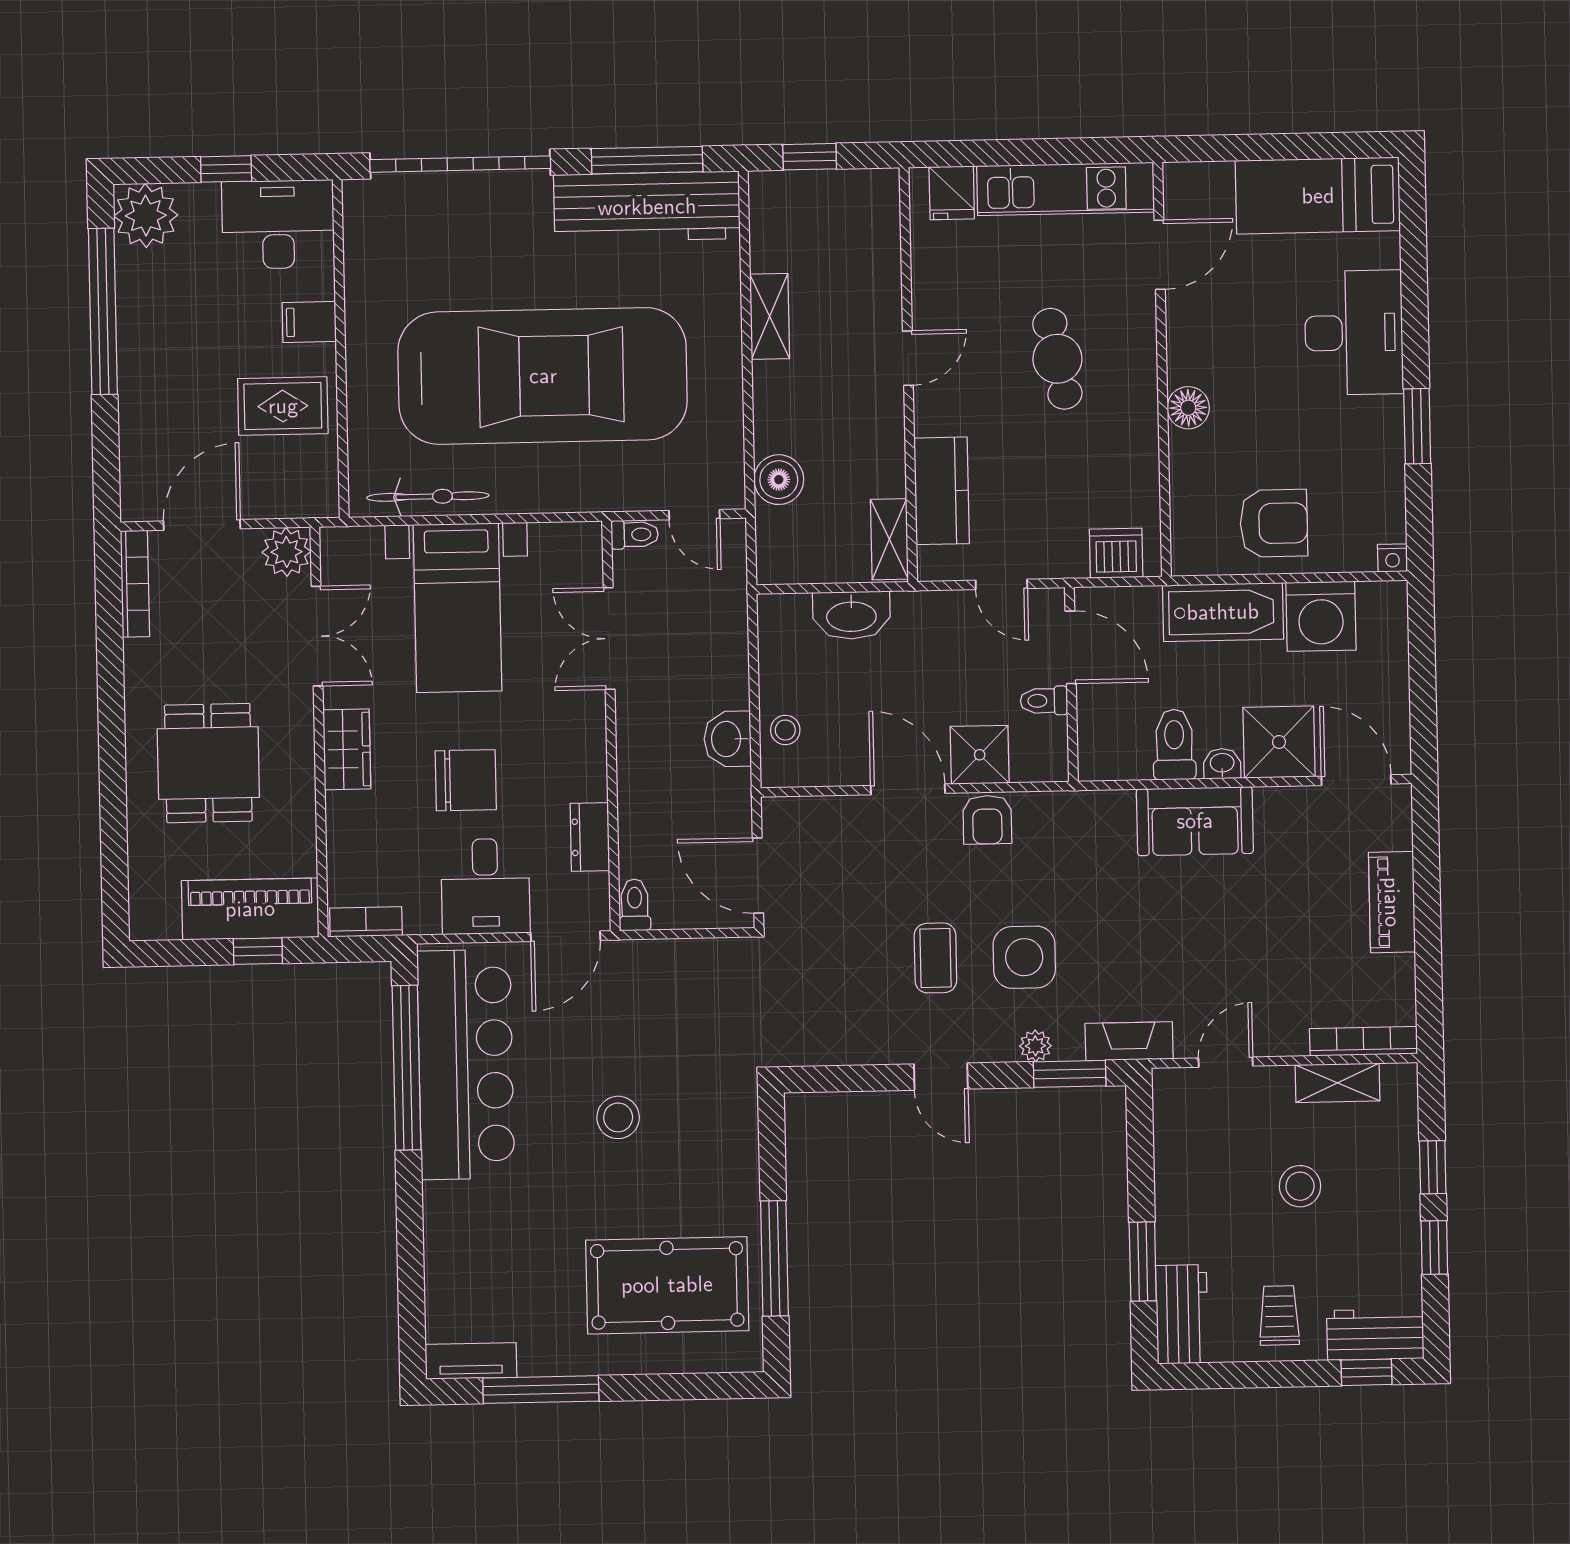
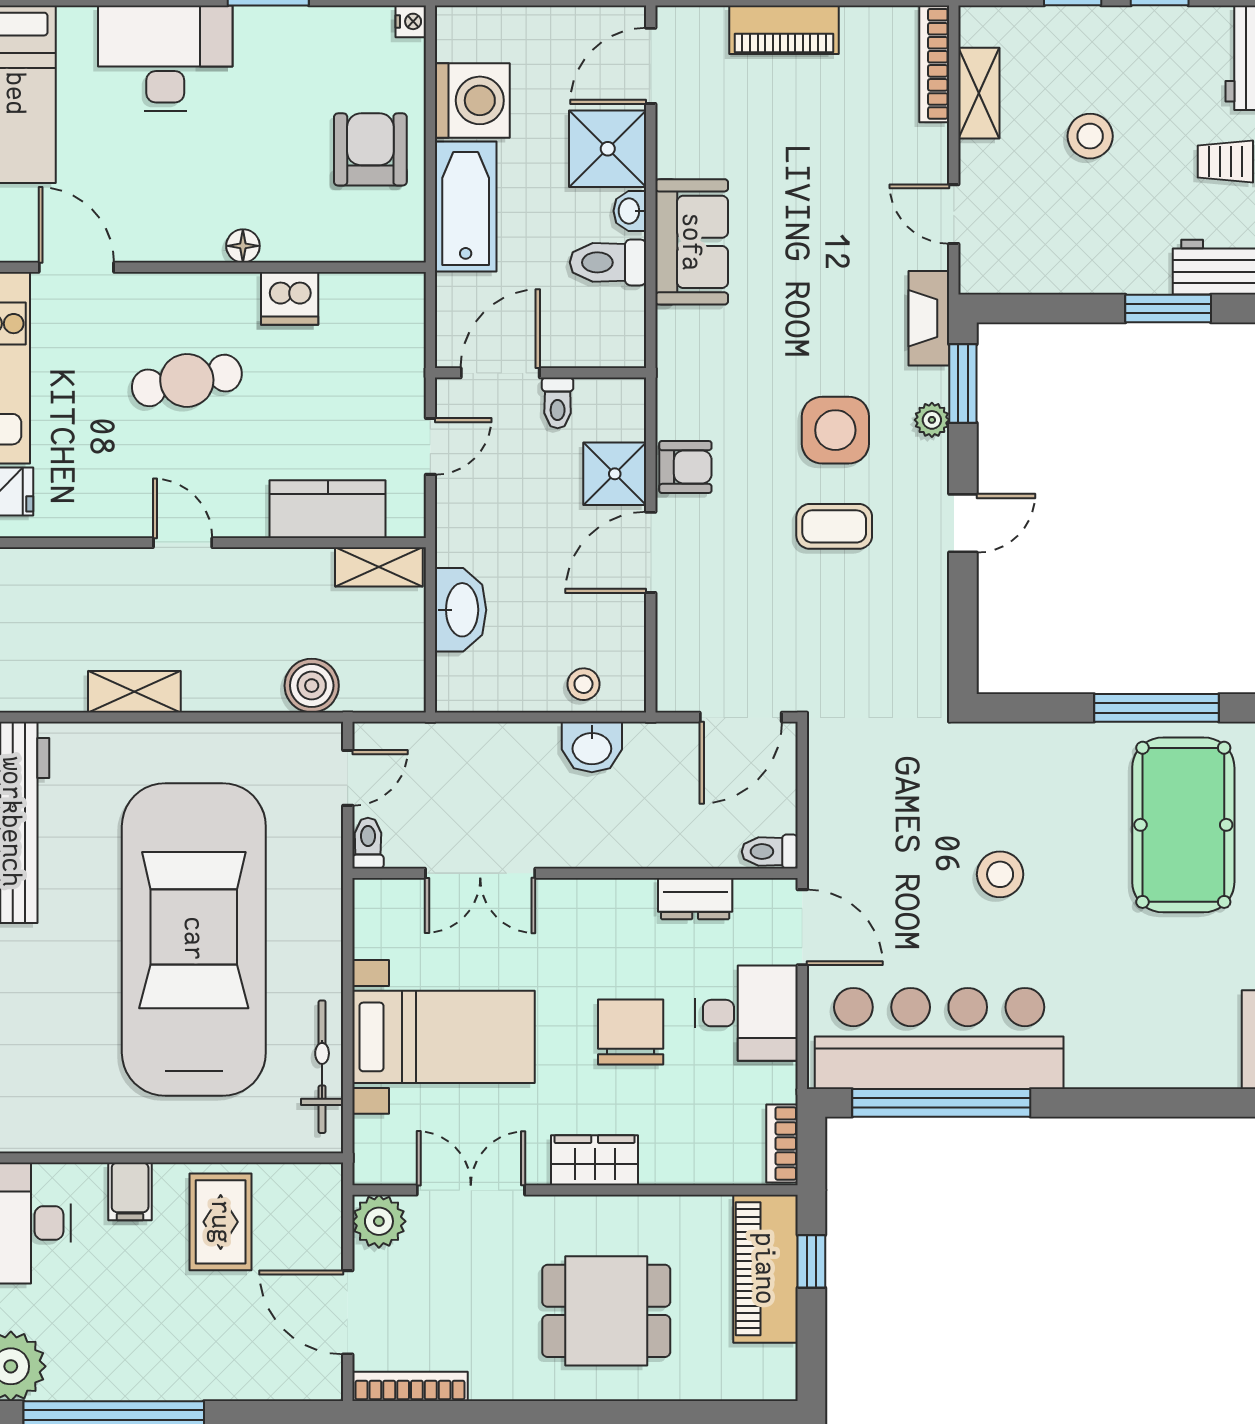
floor lamp: (1188, 408) -> (243, 246), width x0.73, depth x0.73
dishwasher: (1116, 553) -> (290, 298), moved, turned -90

